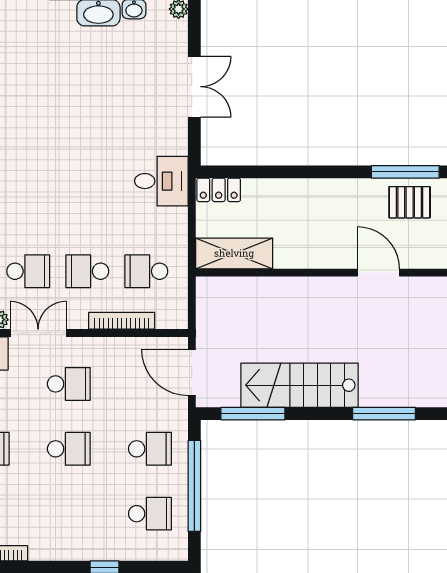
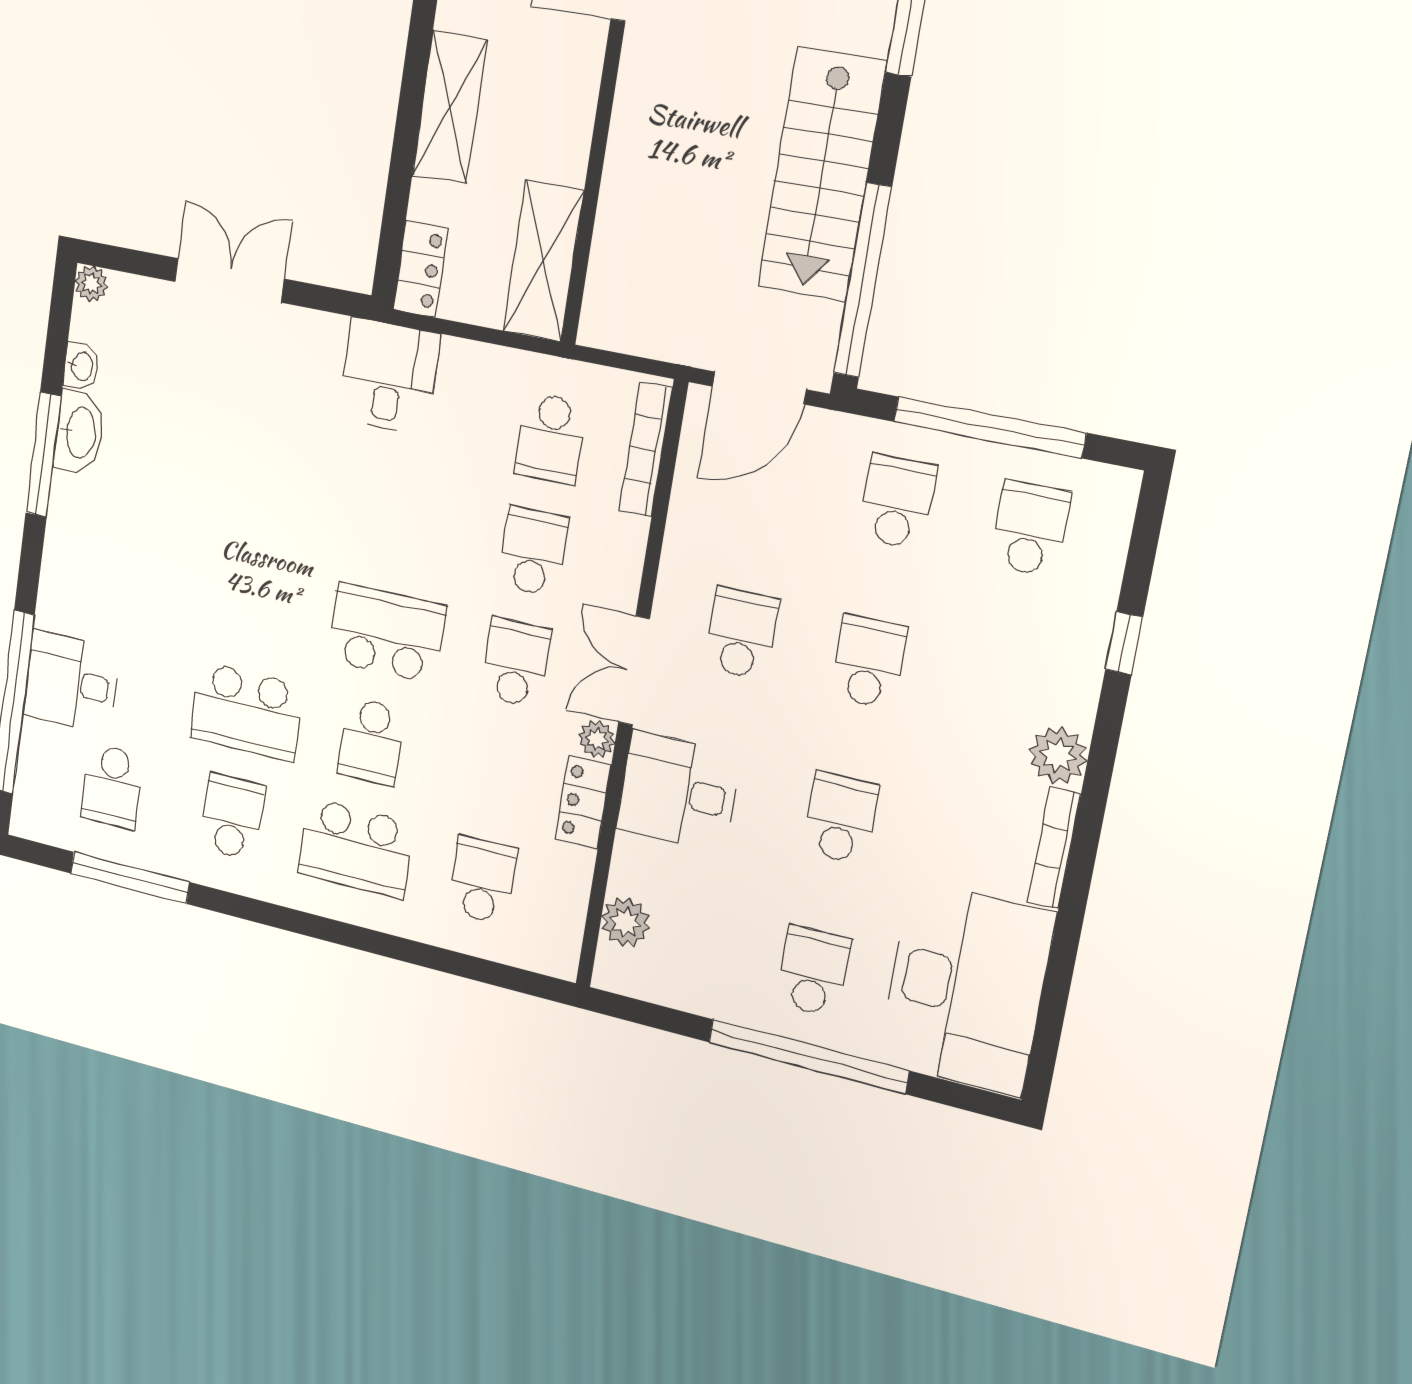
shelving: (302, 193) -> (449, 107), added
school desk: (28, 200) -> (387, 633), added
school desk: (87, 271) -> (533, 551), turned 180
bookcase: (122, 321) -> (646, 449), moved
window: (253, 414) -> (863, 280), width x1.46
plant: (44, 547) -> (1058, 755), added

